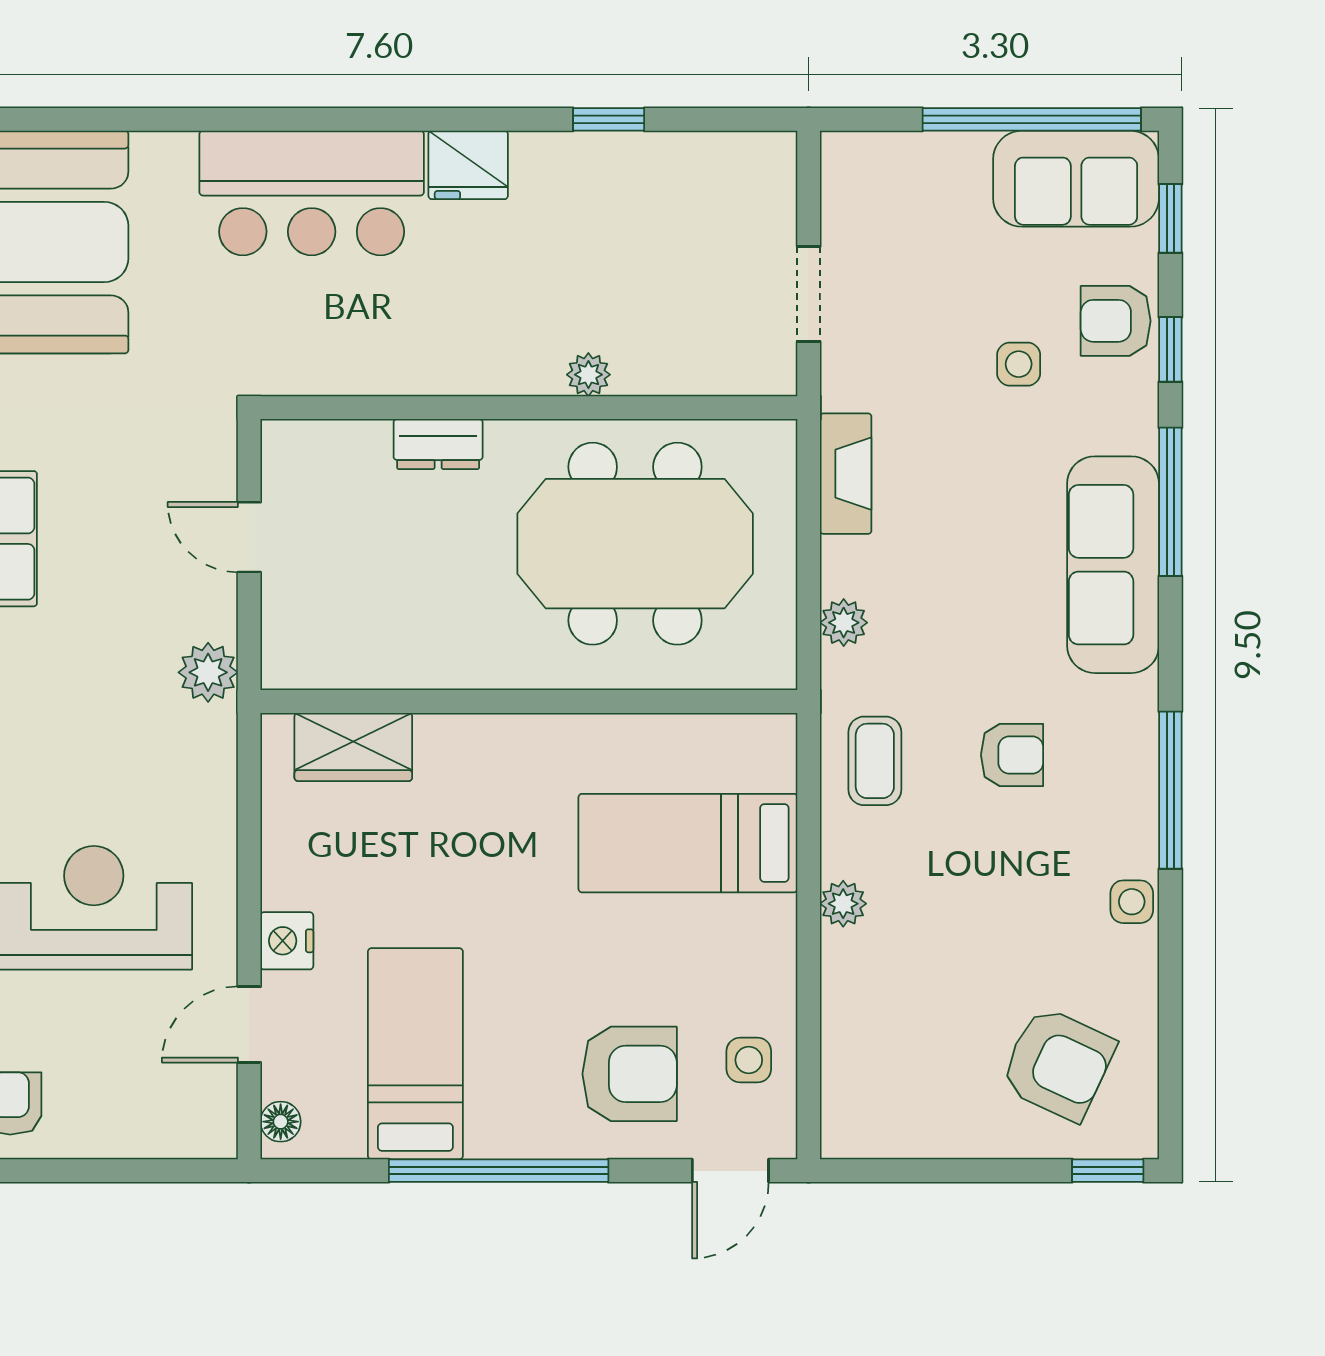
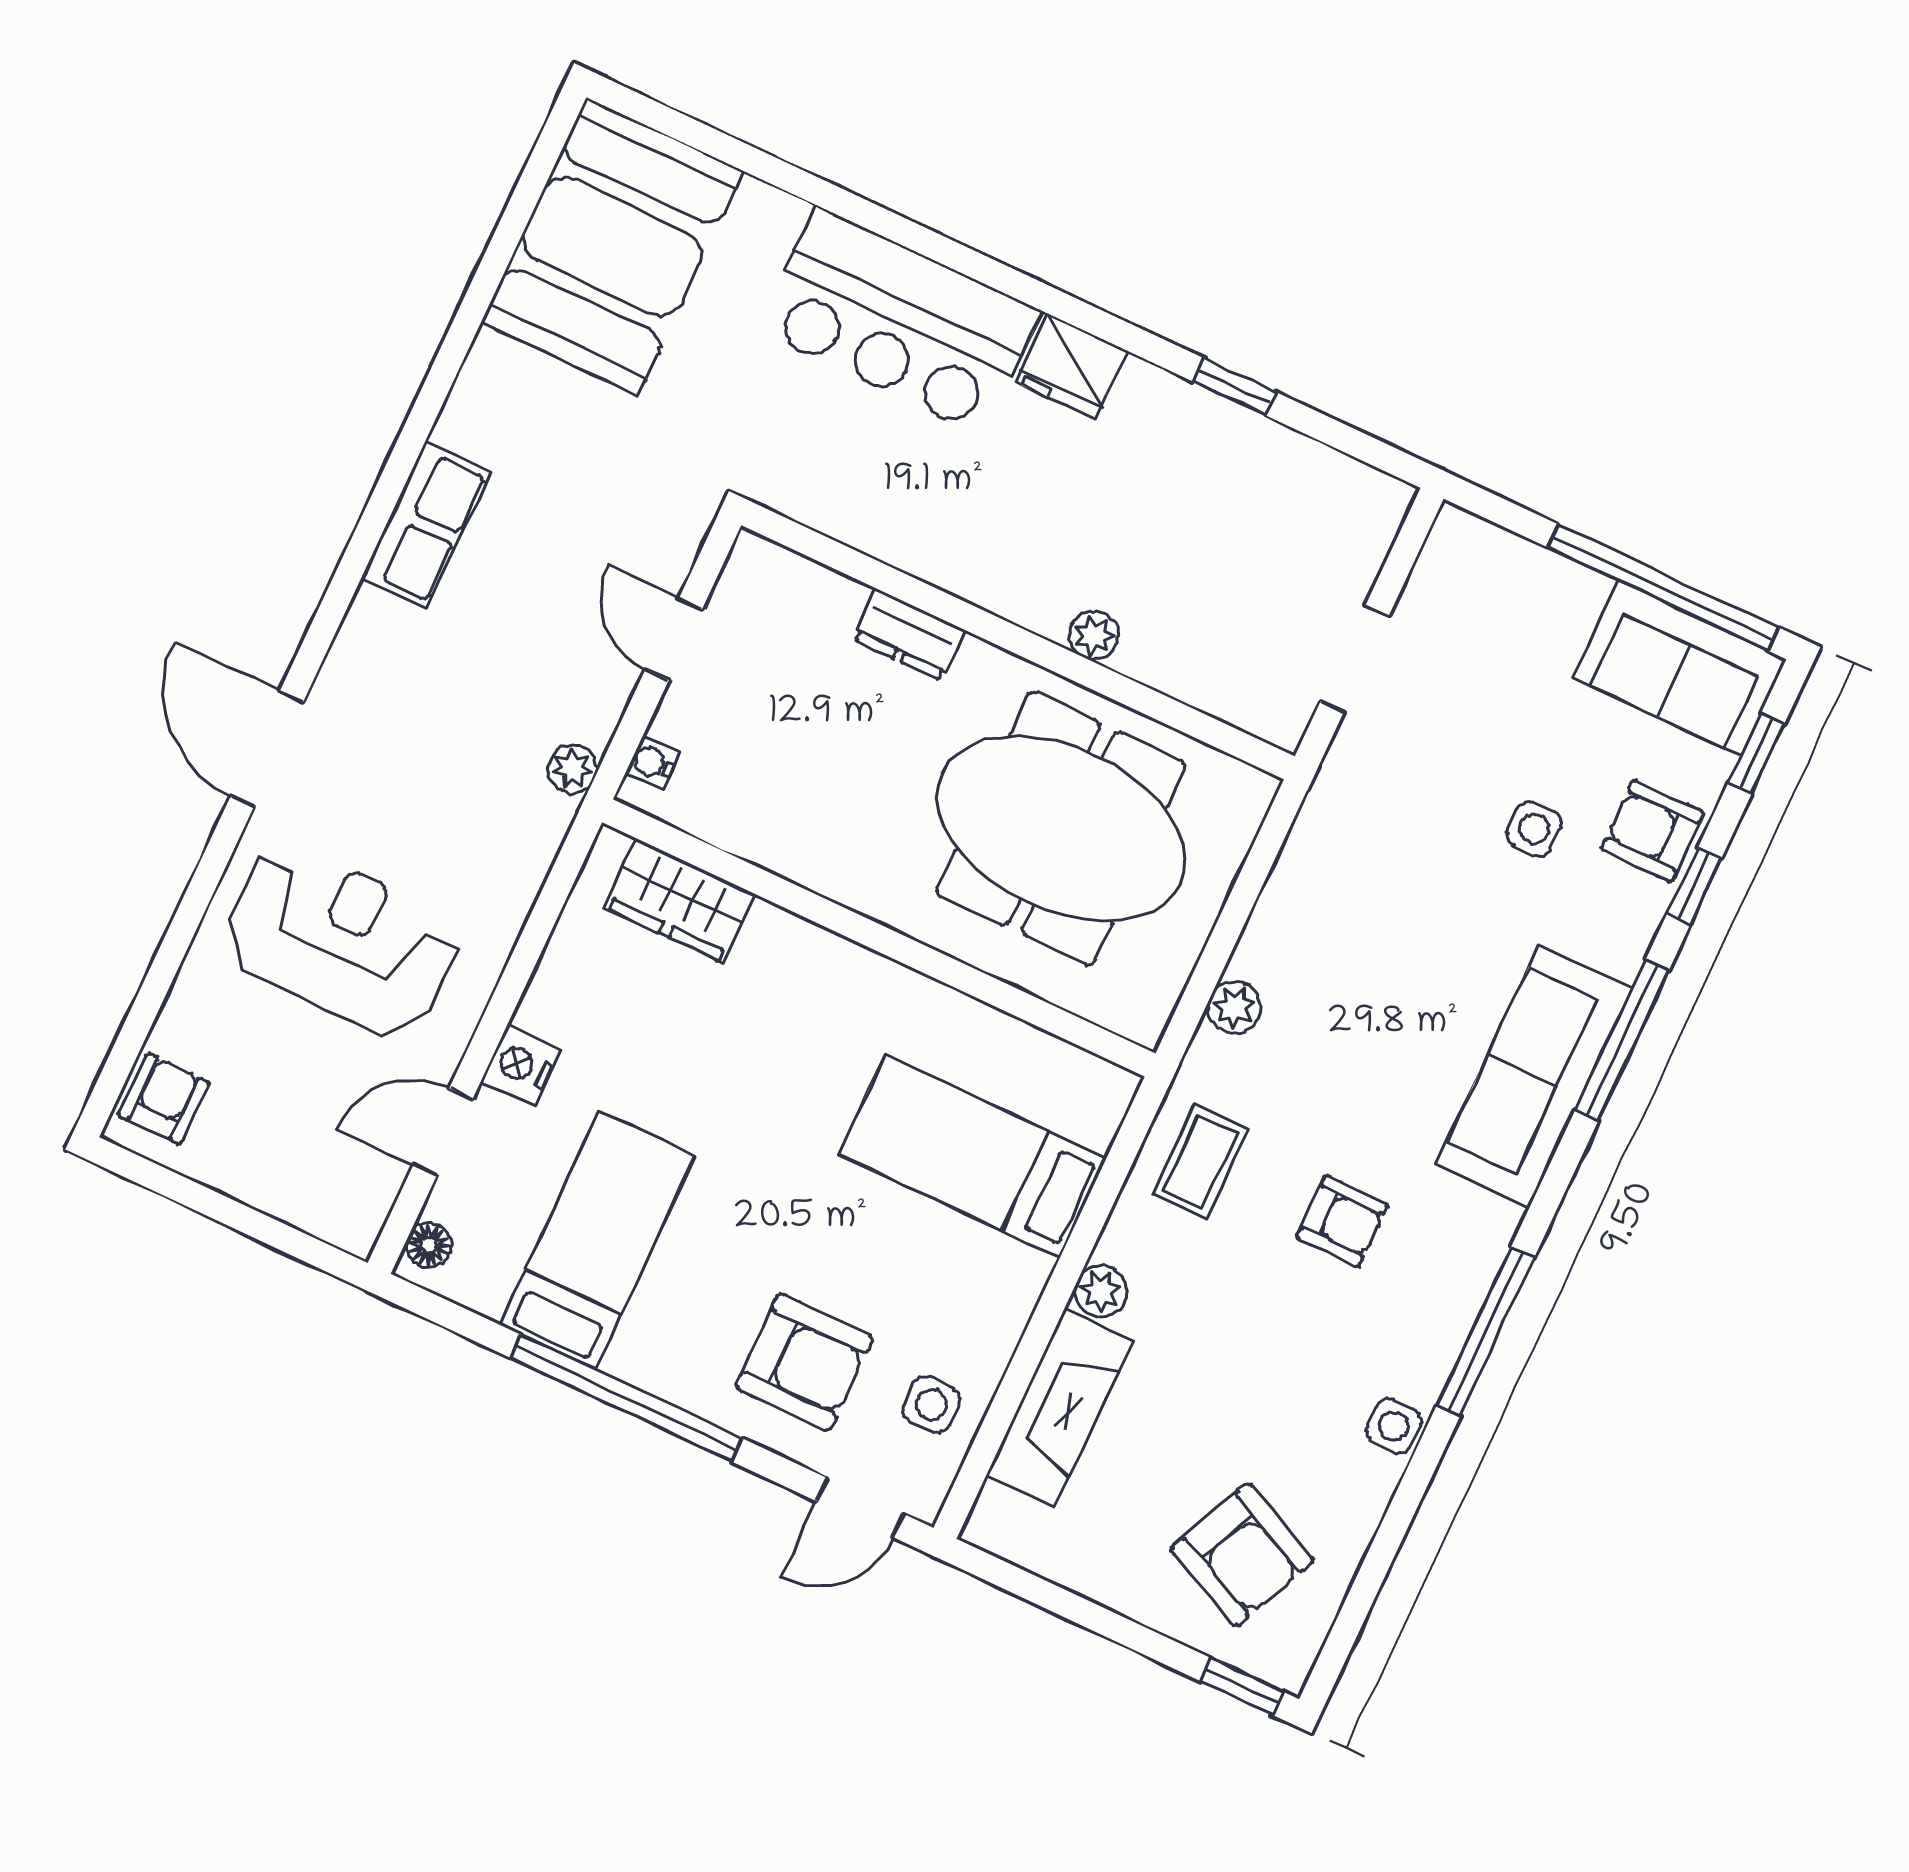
fireplace: (846, 474) -> (1060, 1408), moved, width x1.37, depth x1.32
water cooler: (279, 645) -> (652, 763), added
plant: (208, 672) -> (573, 769), width x0.73, depth x0.73

